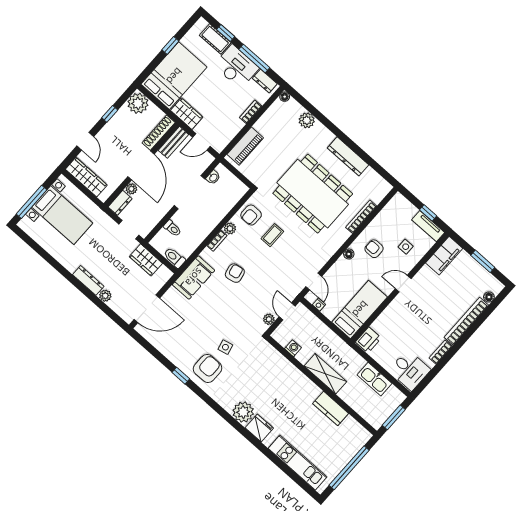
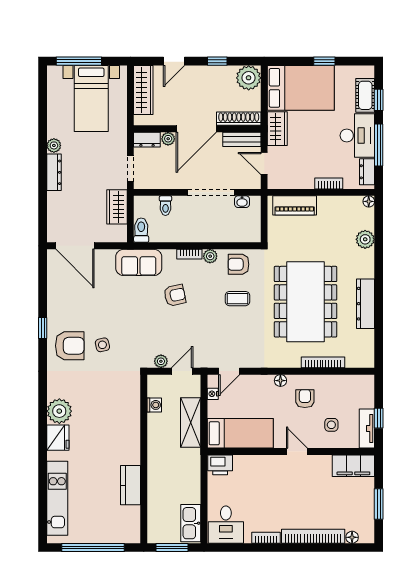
plant: (105, 296) -> (54, 145), moved
shelving: (325, 374) -> (191, 423), moved
kitchen sink: (375, 379) -> (191, 523), moved

